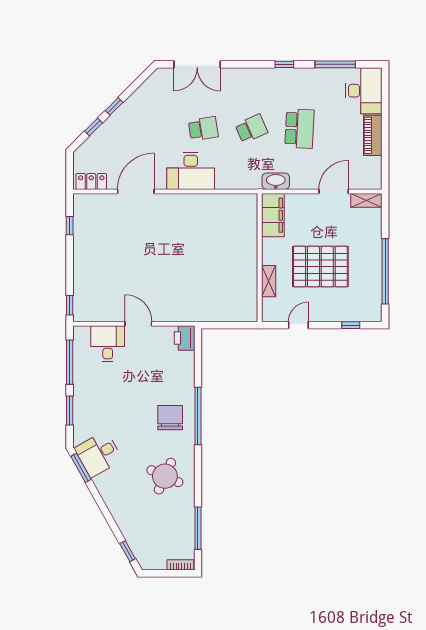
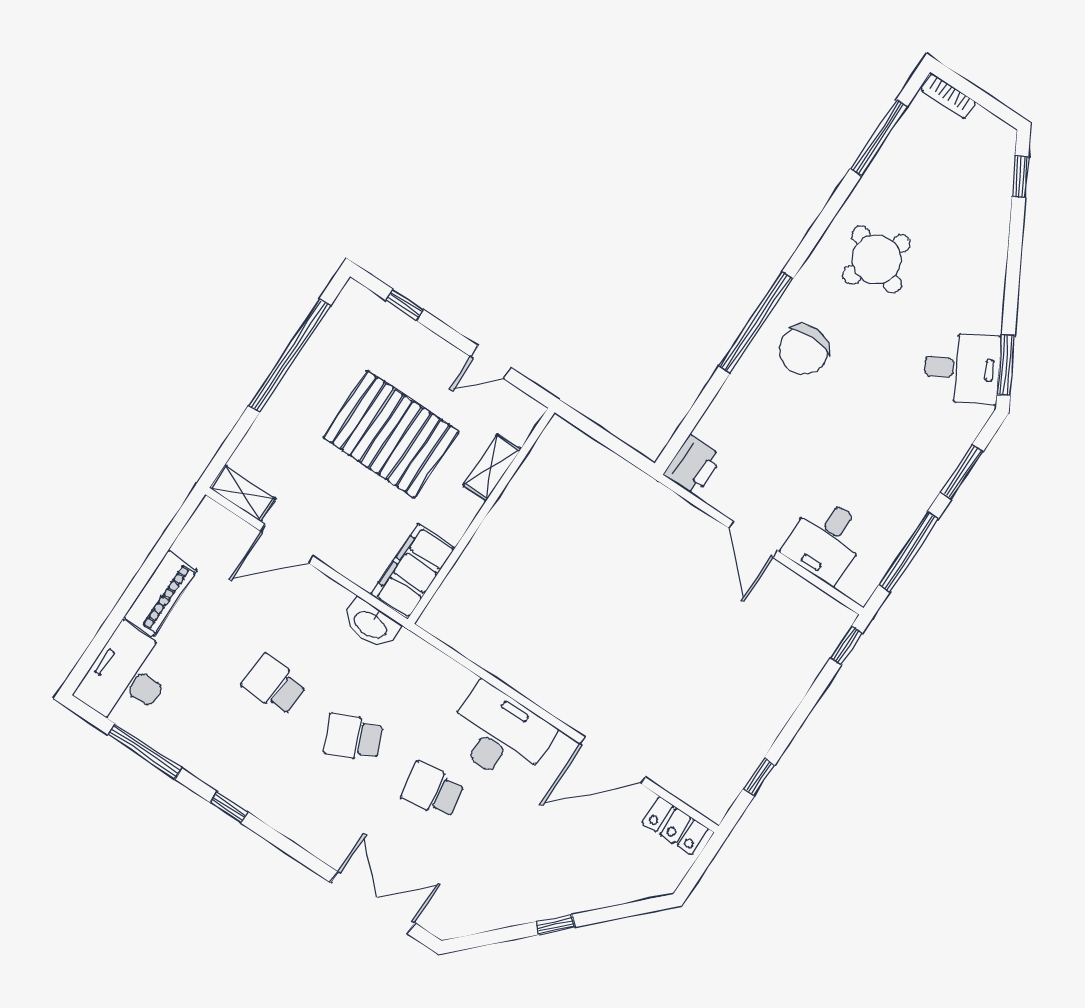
window: (93, 127) -> (612, 913), removed
school desk: (299, 129) -> (274, 685), width x0.54

